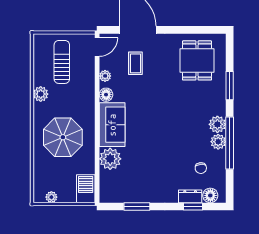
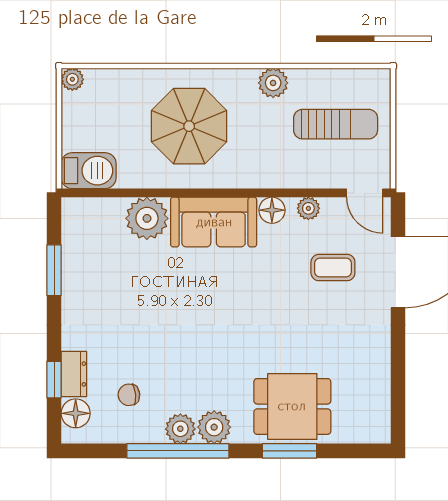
dining table: (197, 60) -> (292, 406), moved
plant: (51, 197) -> (72, 79), moved

